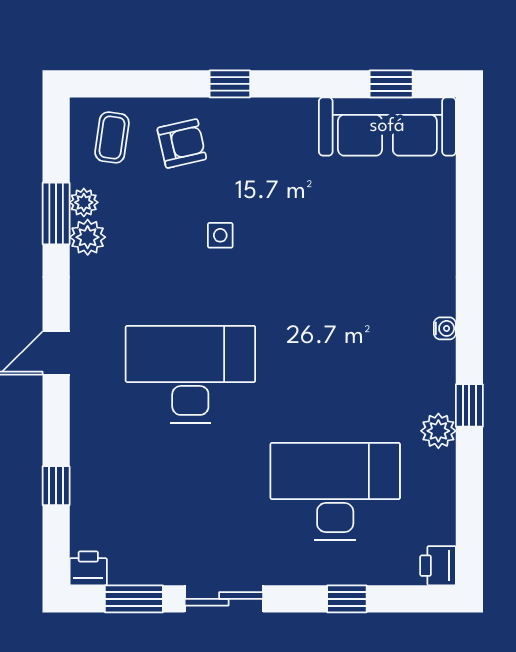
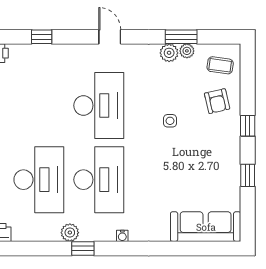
window: (391, 84) -> (248, 175), moved
sofa: (387, 126) -> (206, 227), moved, turned 90
desk: (335, 374) -> (99, 180), added

